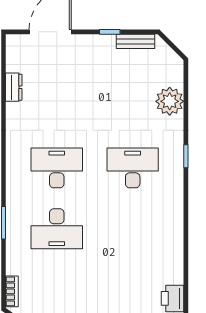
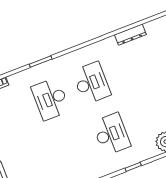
dresser: (14, 87) -> (130, 35), width x1.44

